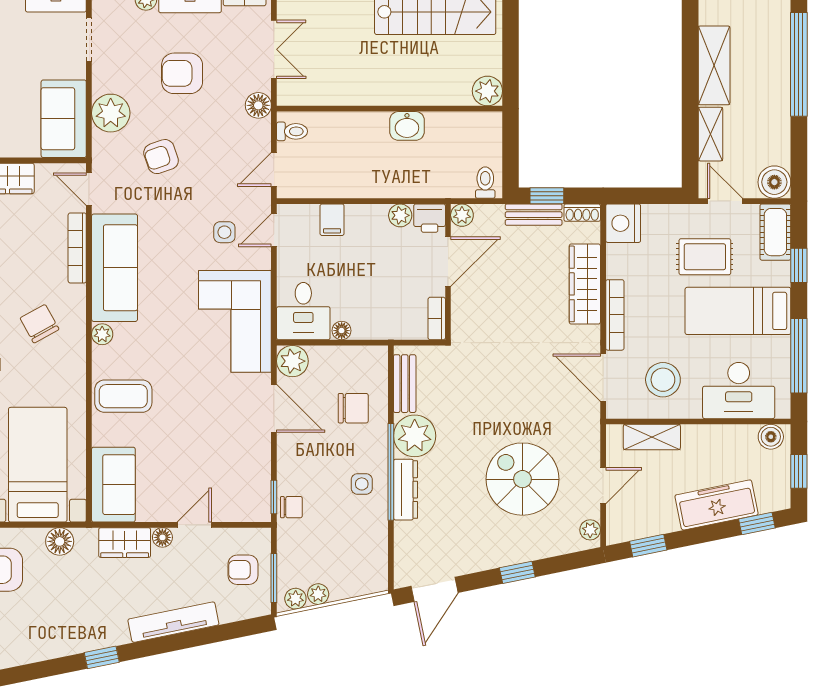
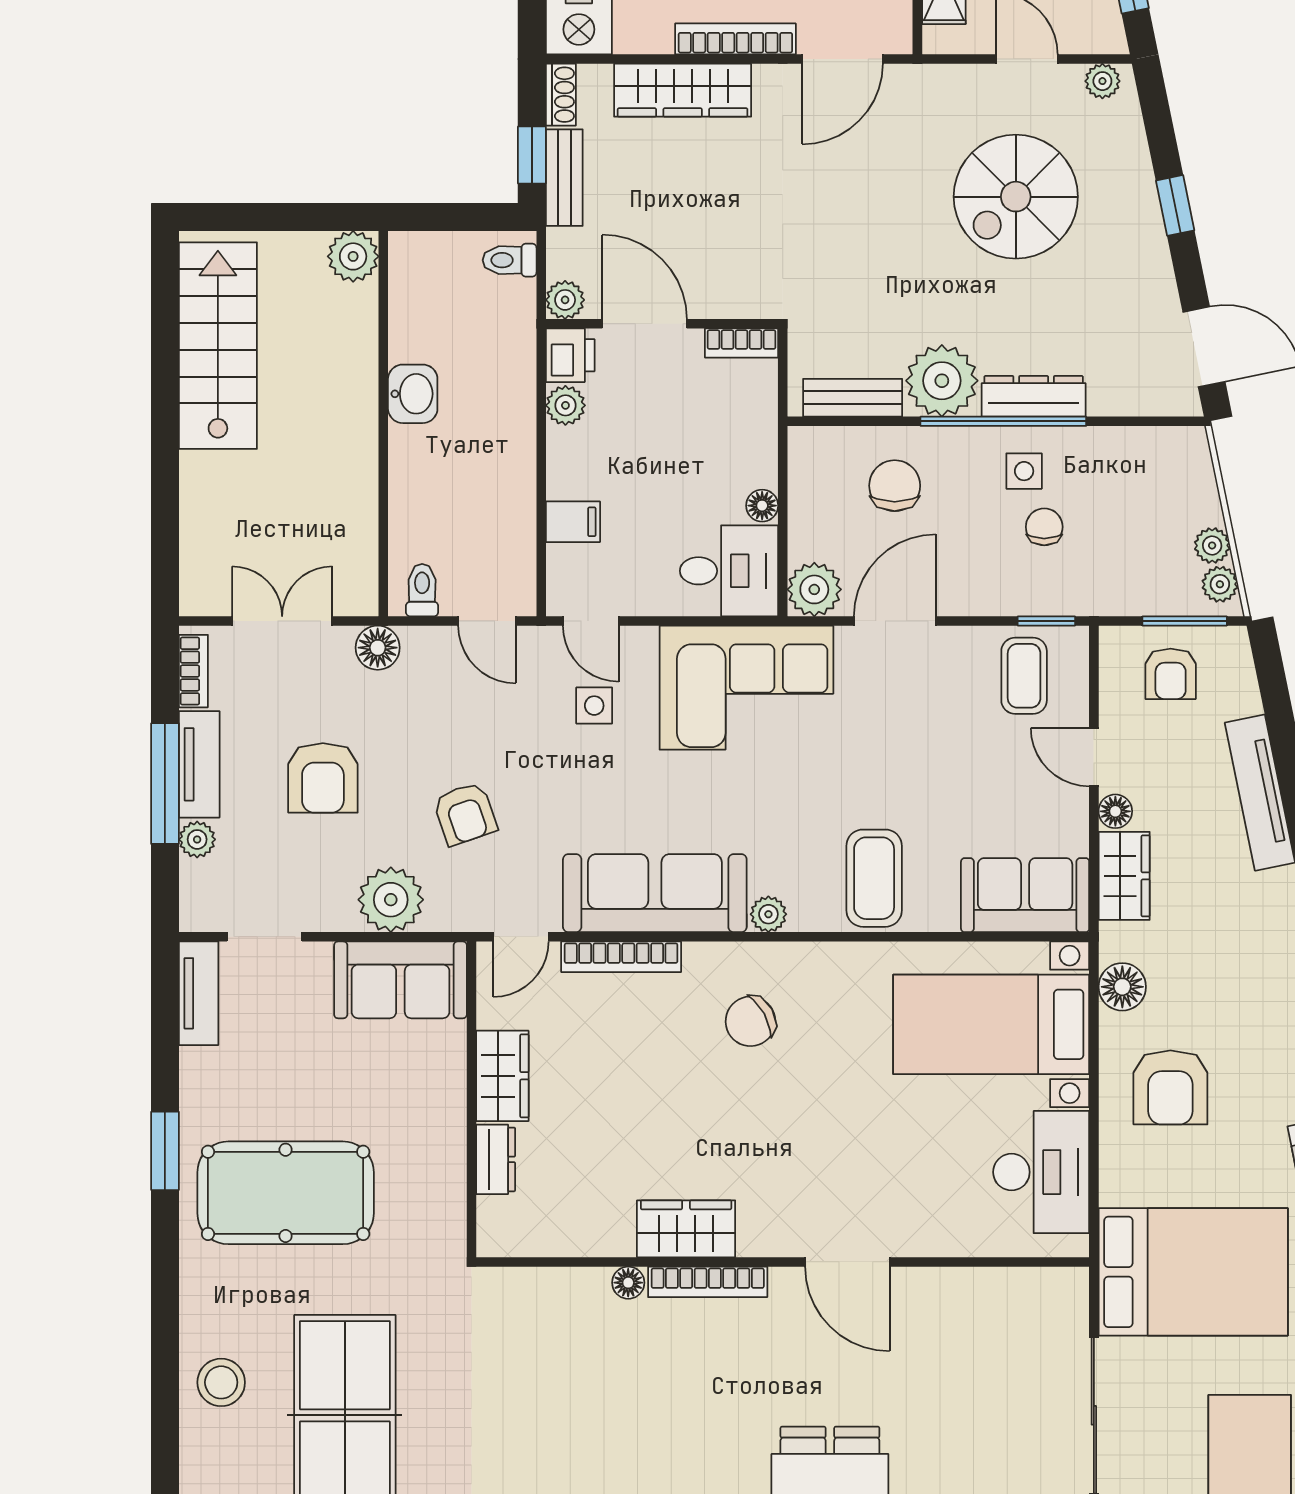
coffee table: (242, 484) -> (1024, 676), added
chair: (291, 507) -> (1044, 527), moved

